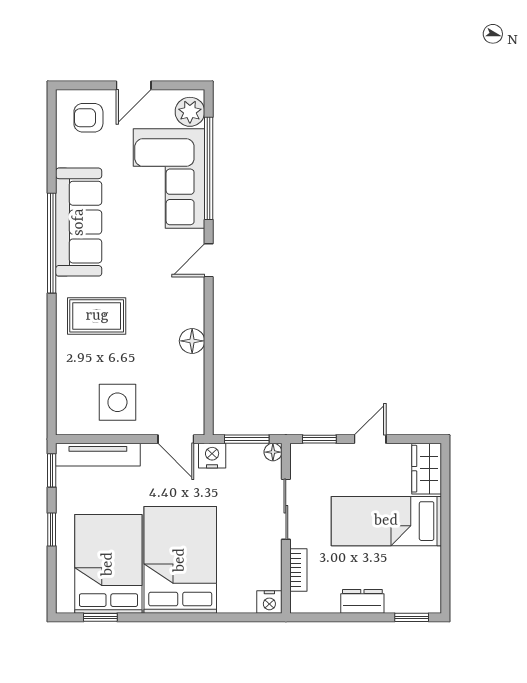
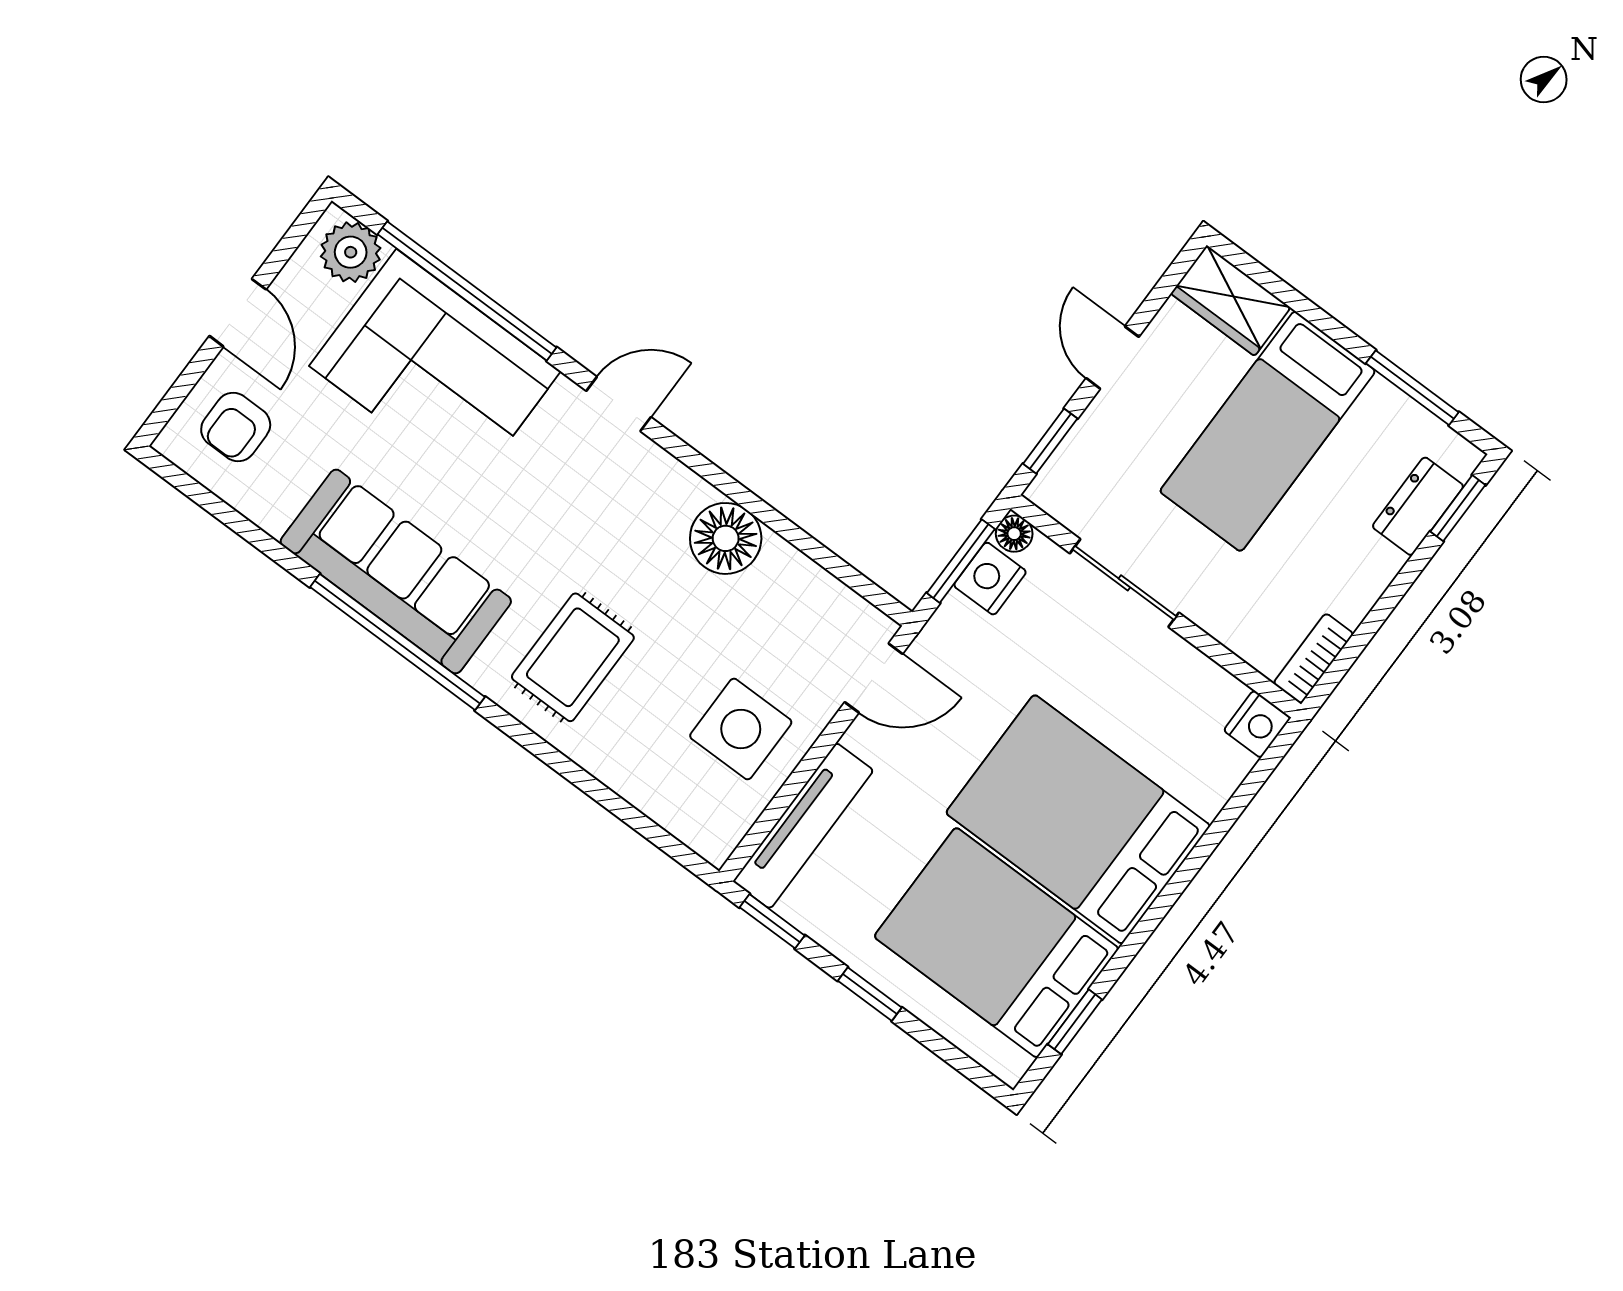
door: (209, 260) -> (619, 404), swing flipped
floor lamp: (192, 341) -> (726, 538), width x1.38, depth x1.38
nightstand: (212, 456) -> (990, 579), moved
window: (445, 565) -> (1412, 388), added
bookcase: (298, 570) -> (1313, 658), moved, turned -90
dresser: (362, 601) -> (1418, 506), moved

